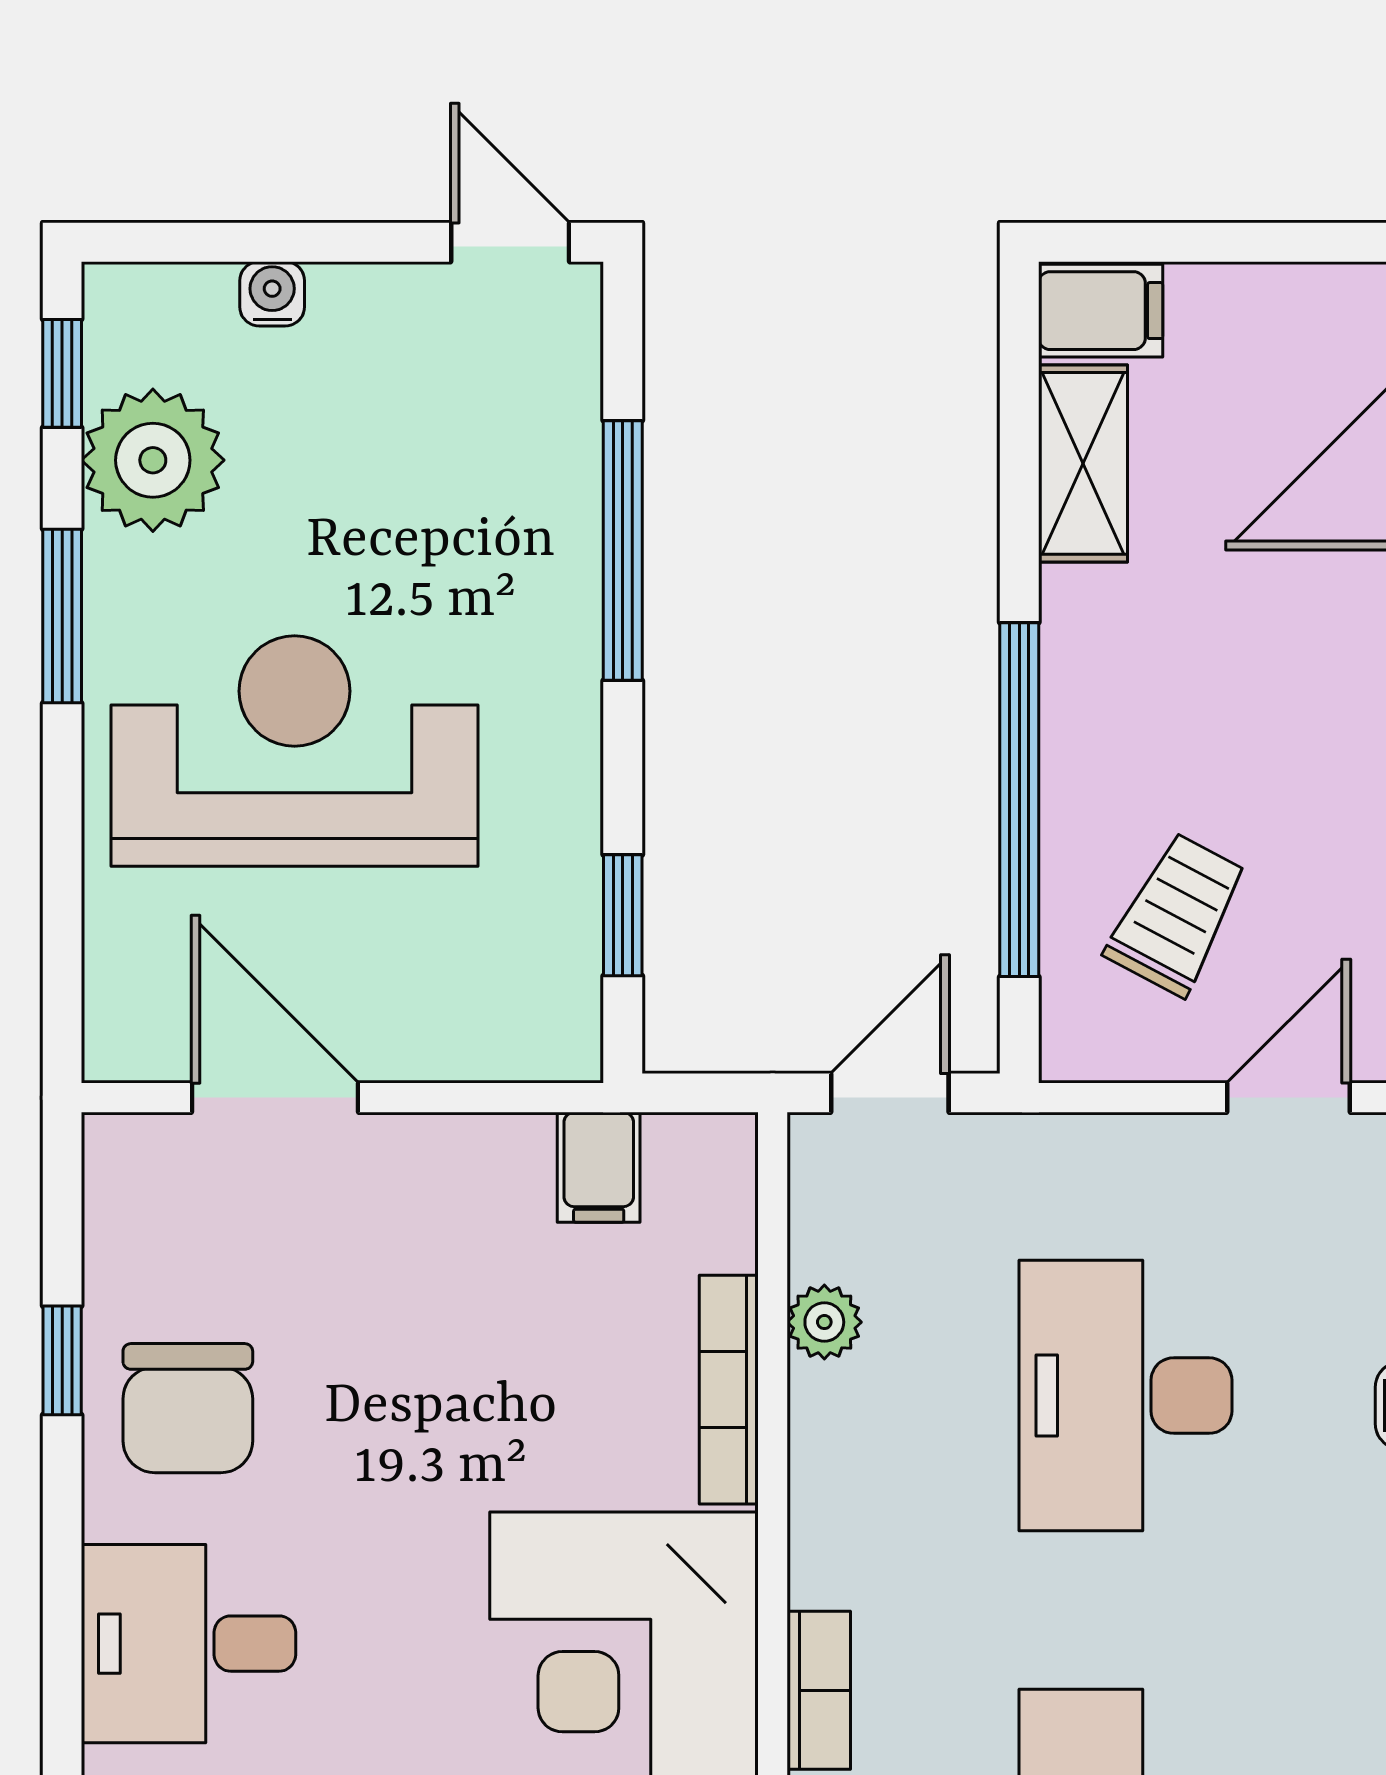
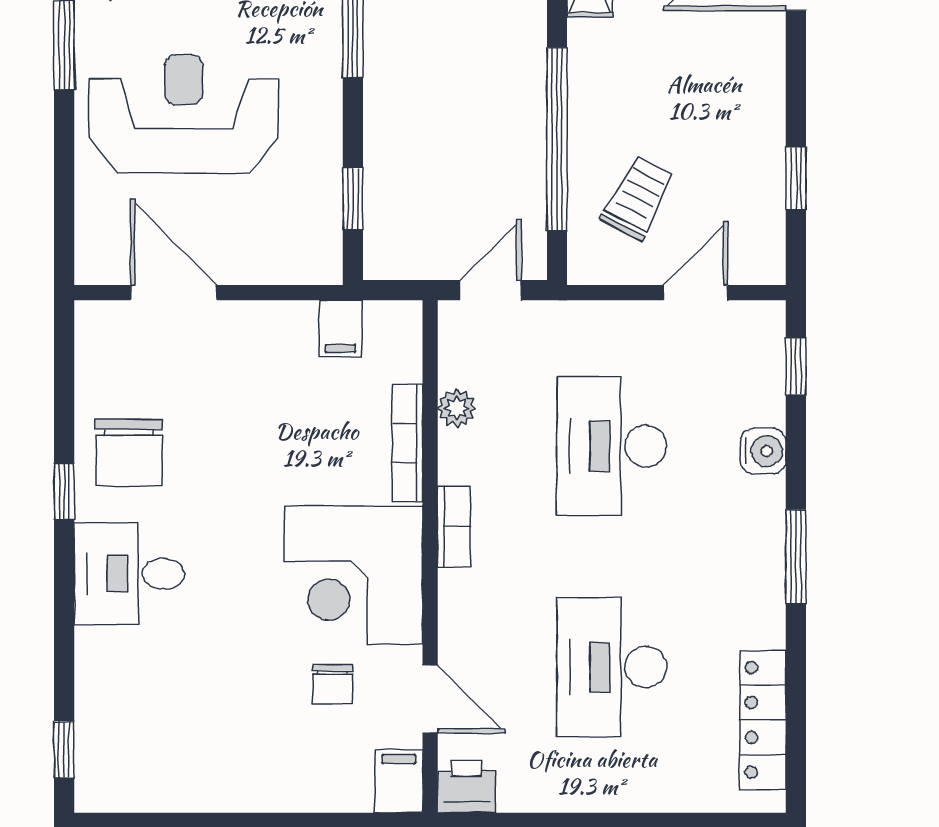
window: (62, 1360) -> (64, 491), moved
bookcase: (819, 1690) -> (454, 527), moved

